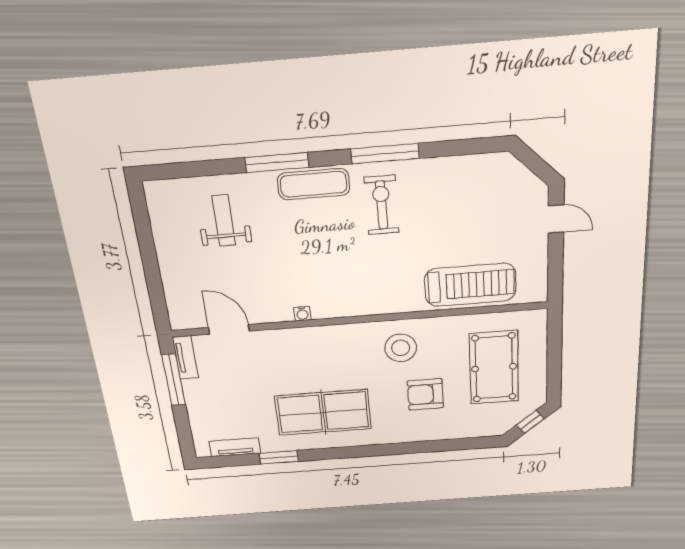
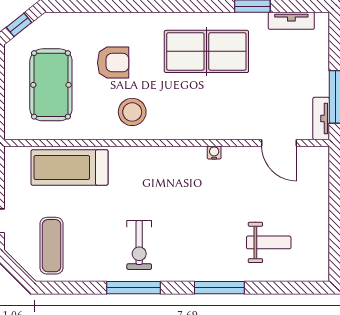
exercise mat: (314, 184) -> (52, 246), moved, turned 90
weight bench: (224, 221) -> (269, 242), turned -90

